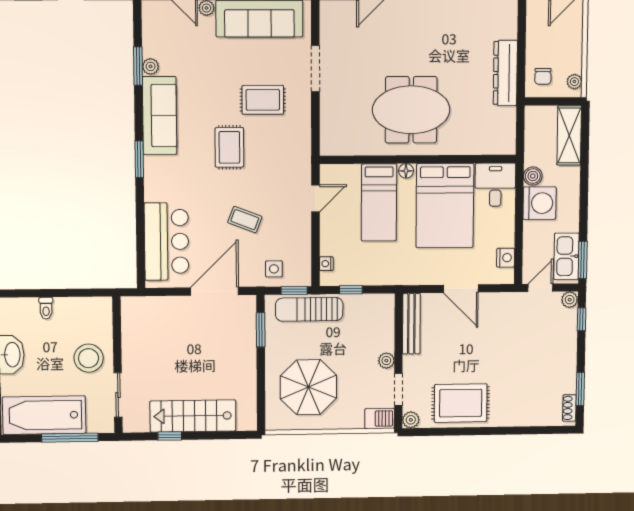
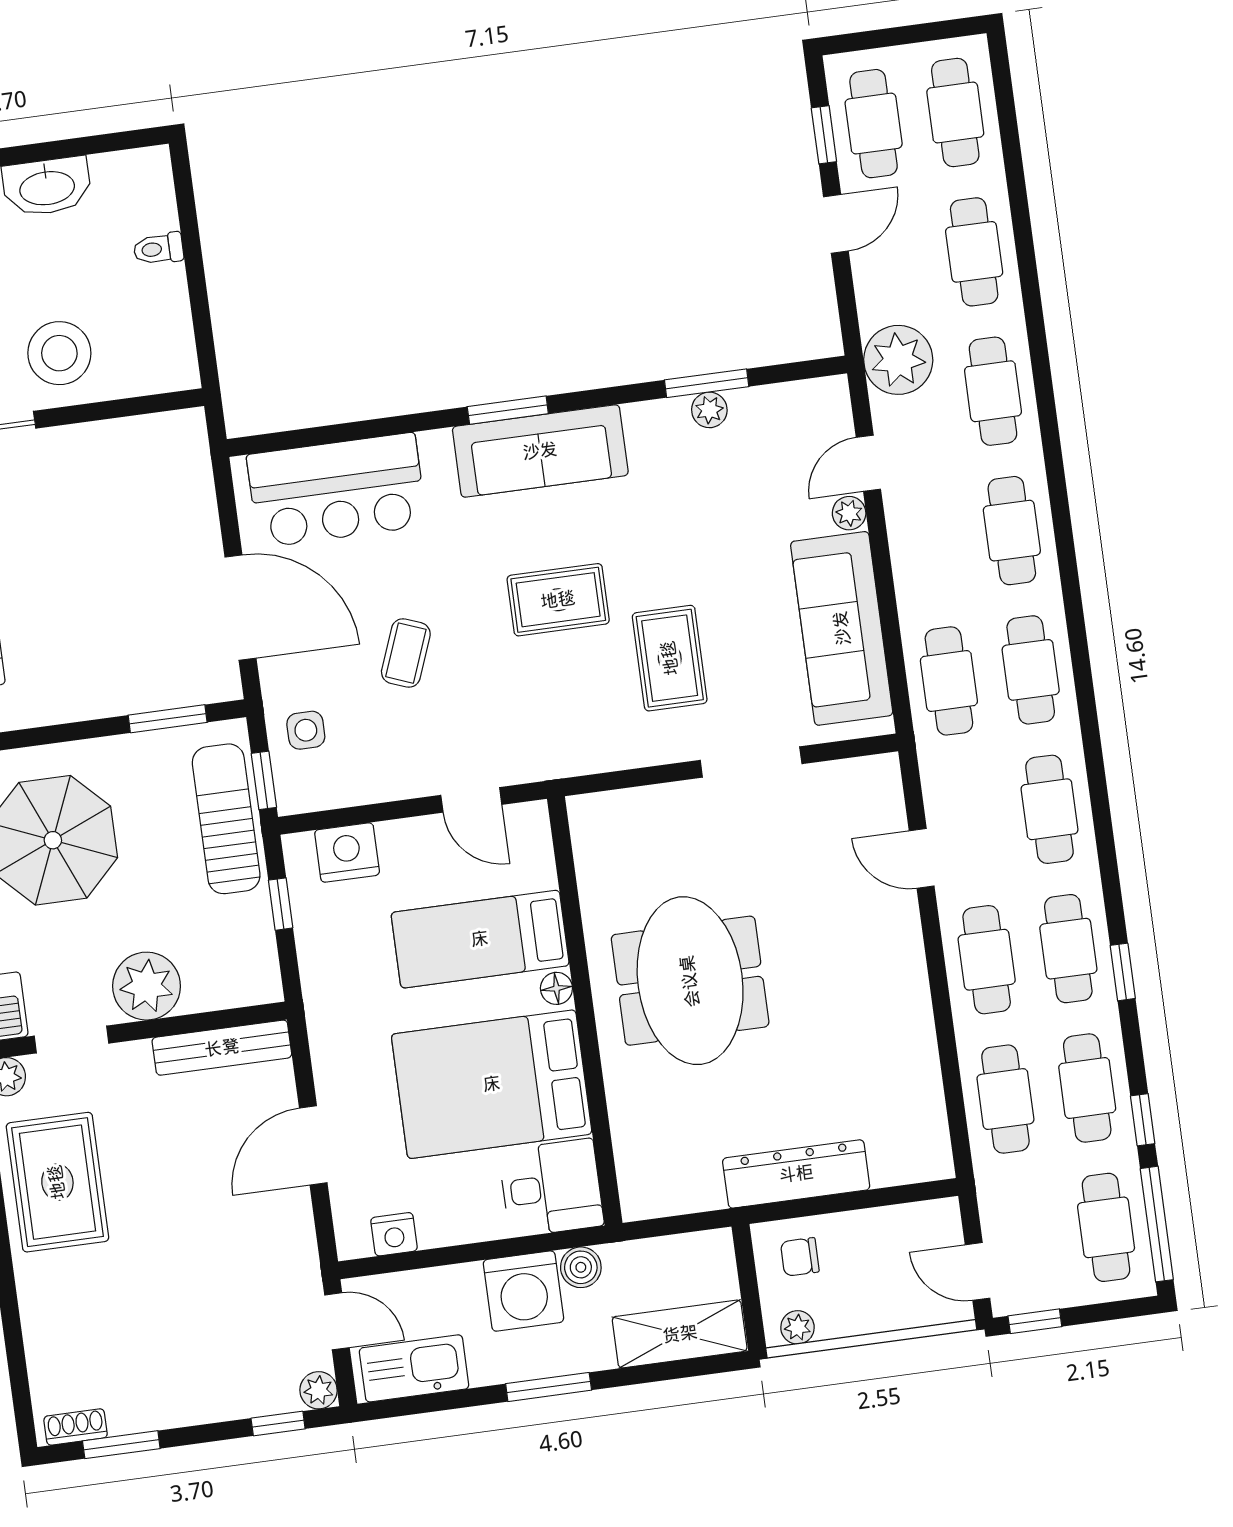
sofa: (160, 116) -> (540, 451), moved
window: (583, 260) -> (549, 1387), moved
nightstand: (326, 264) -> (347, 853), width x1.89, depth x1.79
plant: (386, 361) -> (147, 986), width x1.88, depth x1.88

